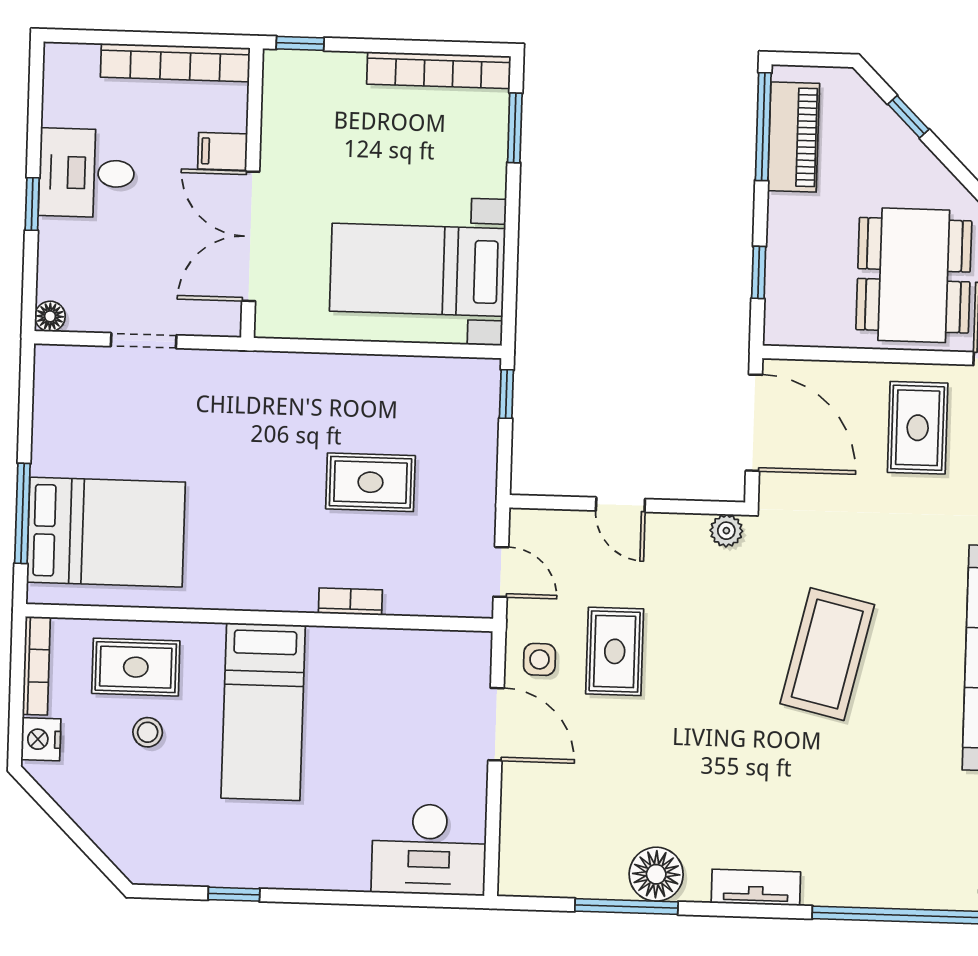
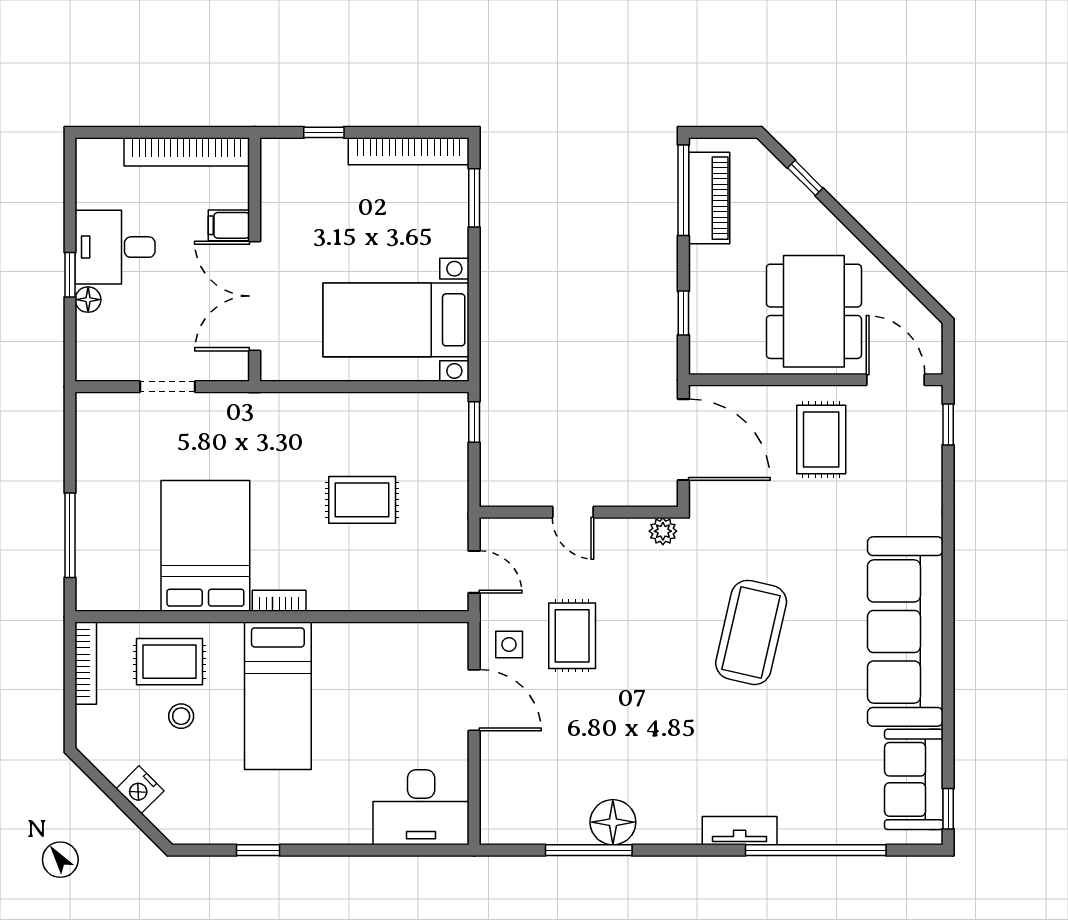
window: (300, 43) -> (324, 132), moved
floor lamp: (50, 316) -> (88, 300), moved
bed: (106, 532) -> (205, 546), moved, turned -90
bookcase: (350, 602) -> (279, 601), moved
nightstand: (41, 739) -> (140, 790), moved, turned -45
tv unit: (756, 887) -> (740, 831), moved

